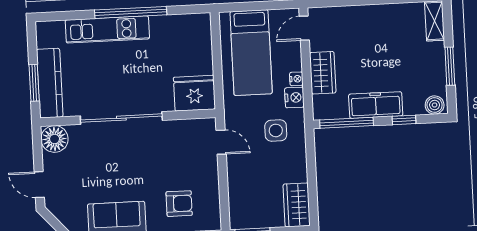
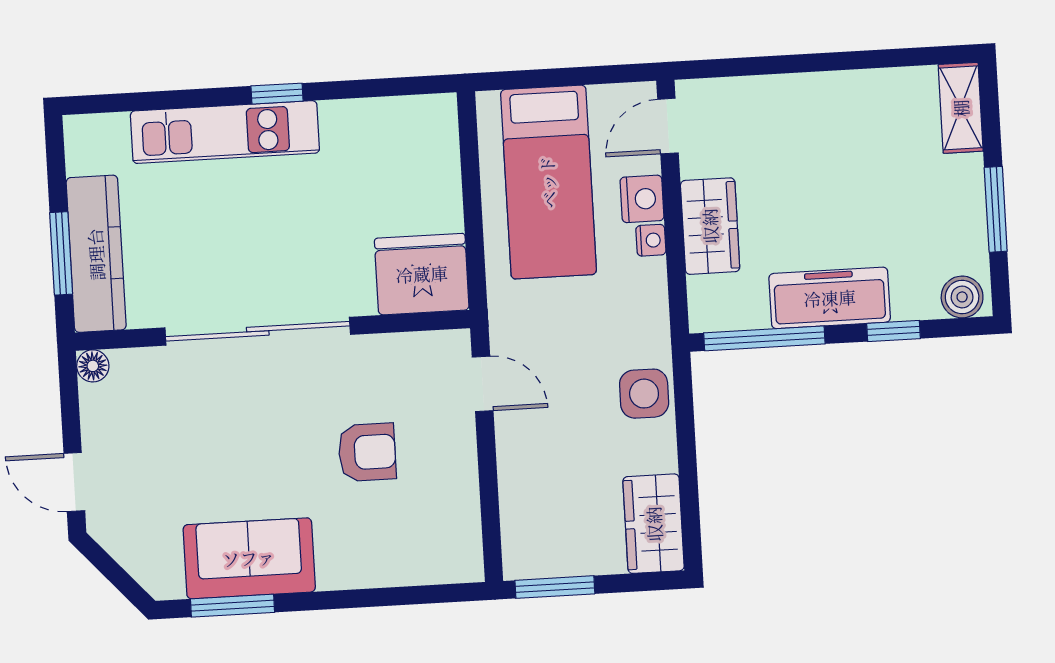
window: (131, 12) -> (277, 94), width x0.32
nightstand: (294, 97) -> (642, 199), moved
side table: (276, 130) -> (644, 394), moved
floor lamp: (55, 139) -> (93, 366), width x0.53, depth x0.53
armchair: (179, 204) -> (367, 452), moved

